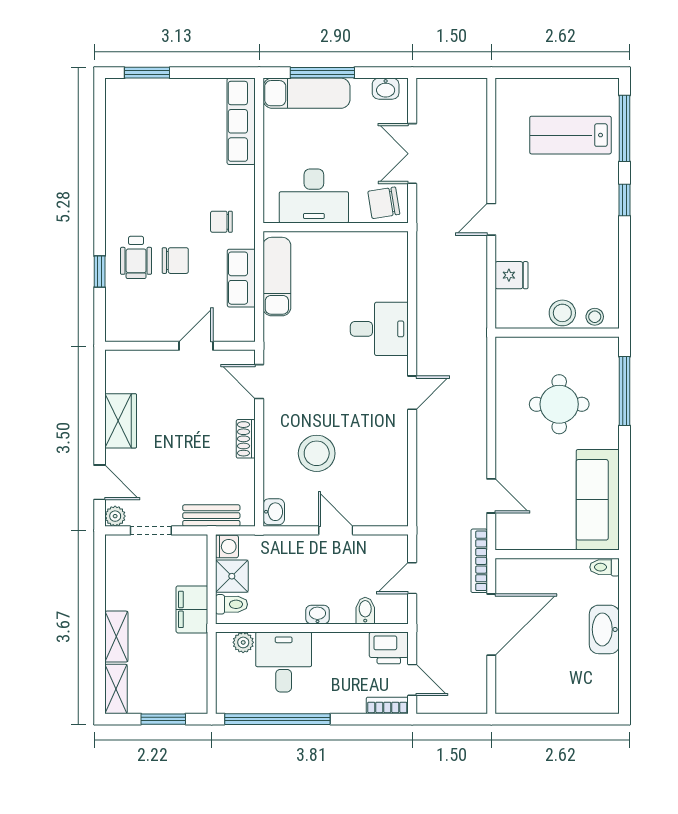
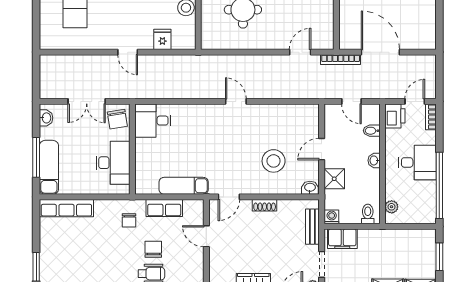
exam couch: (277, 277) -> (184, 186), moved
desk: (379, 329) -> (153, 121), moved, turned -90
shower: (232, 576) -> (334, 179), moved
filing cabinet: (192, 609) -> (342, 239), moved
desk: (284, 662) -> (417, 162), moved, turned 180

